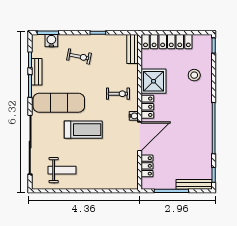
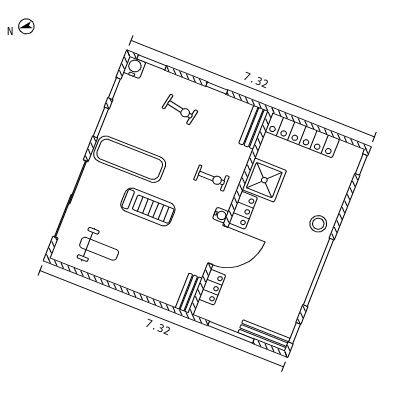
water cooler: (51, 41) -> (134, 67), moved
bench: (37, 72) -> (189, 293), moved
stool: (194, 75) -> (318, 224), moved

